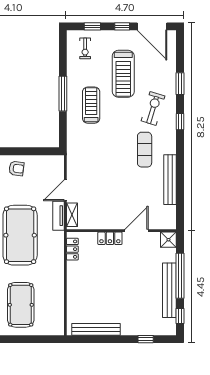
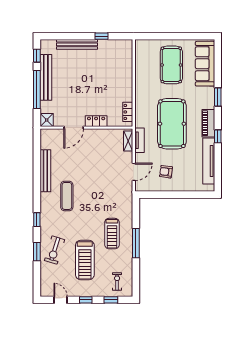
door: (152, 26) -> (61, 300), width x0.53
treadmill: (123, 74) -> (85, 260), turned 180
exercise bike: (153, 108) -> (55, 250), moved
armchair: (16, 168) -> (166, 172), moved
door: (65, 190) -> (134, 172), moved
bench: (96, 329) -> (77, 44), moved
window: (146, 339) -> (102, 36), moved

